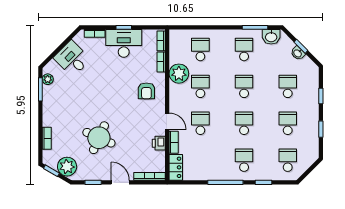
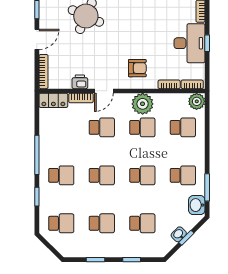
plant: (177, 37) -> (197, 101), added
plant: (179, 74) -> (143, 104), moved
armchair: (146, 91) -> (137, 68), turned 180

